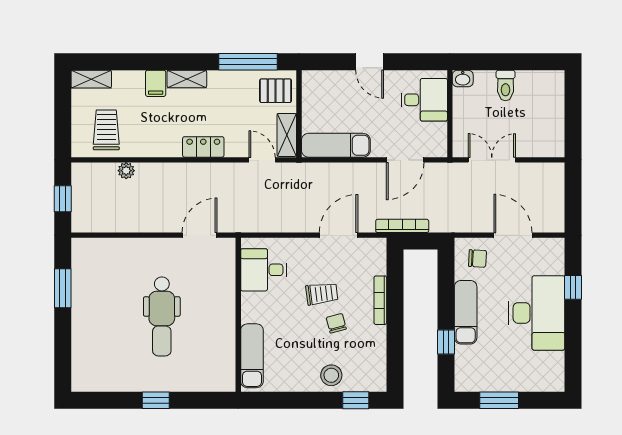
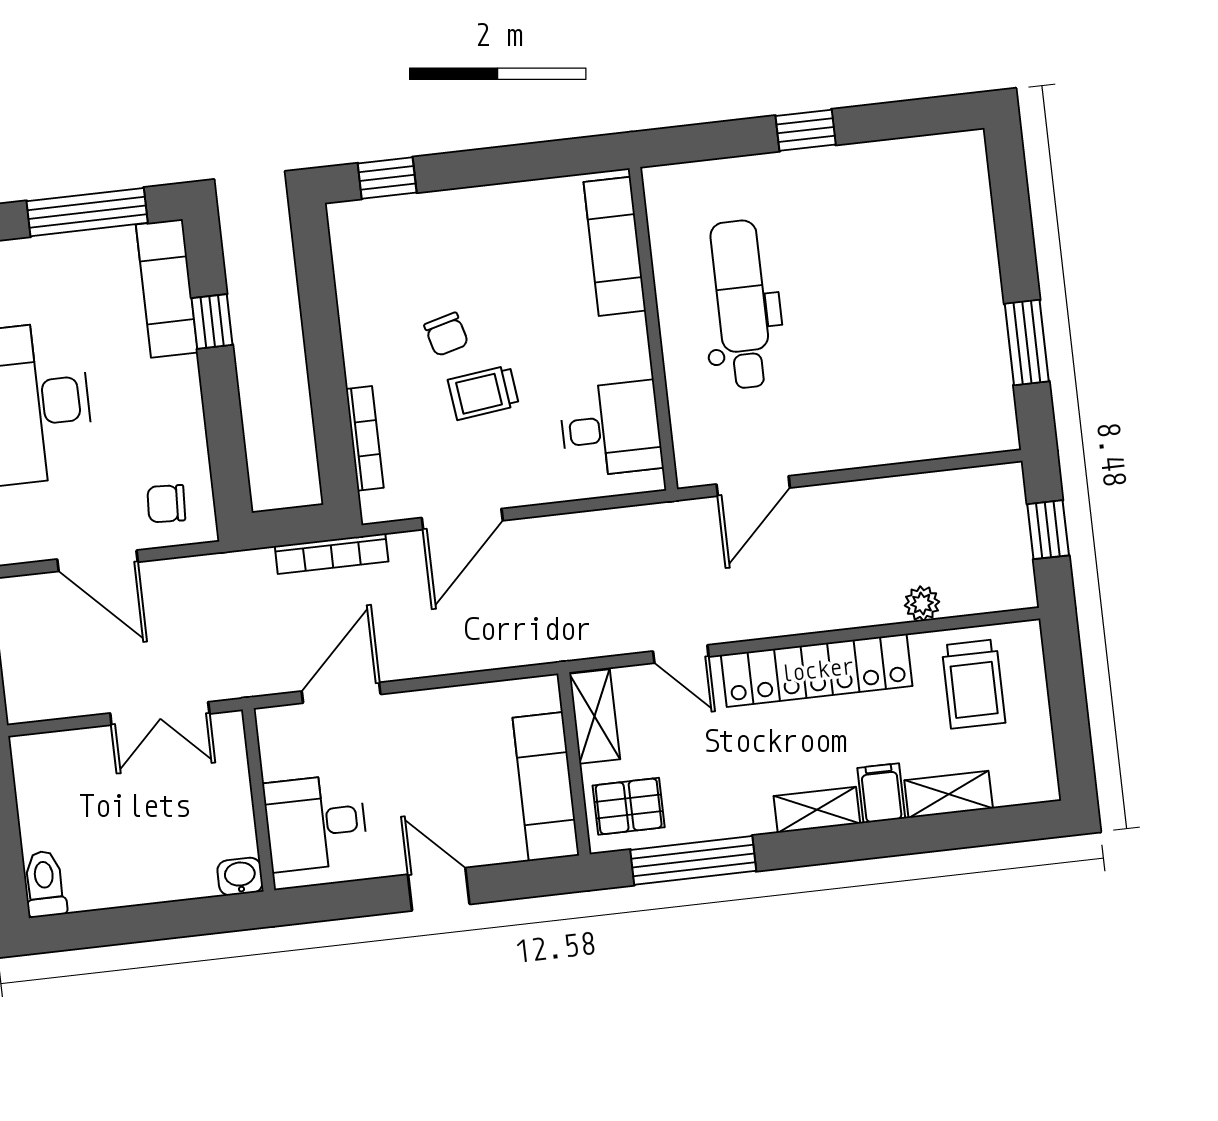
shelving: (91, 79) -> (949, 794), moved
toilet: (506, 86) -> (45, 884), moved
exam couch: (336, 145) -> (546, 787), moved, turned 90
locker: (203, 147) -> (817, 670), width x2.16, depth x1.21
door: (262, 160) -> (681, 654), moved
bookcase: (380, 300) -> (365, 438), moved
exam couch: (466, 312) -> (167, 288), moved
dental chair: (162, 316) -> (741, 304), moved
stool: (331, 375) -> (444, 224), removed
window: (499, 400) -> (87, 212), width x1.44

